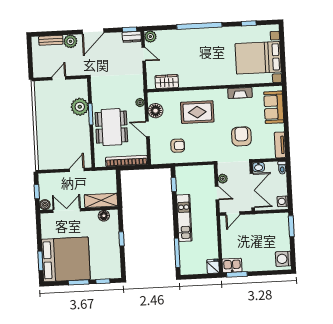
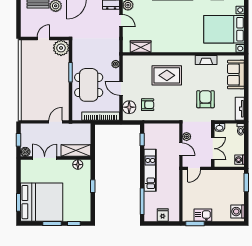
plant: (80, 107) -> (61, 48), moved
floor lamp: (155, 111) -> (129, 107), moved
double door: (252, 191) -> (213, 149), width x0.73
kitchen sink: (232, 265) -> (203, 215), moved
fridge: (213, 266) -> (163, 215), moved

